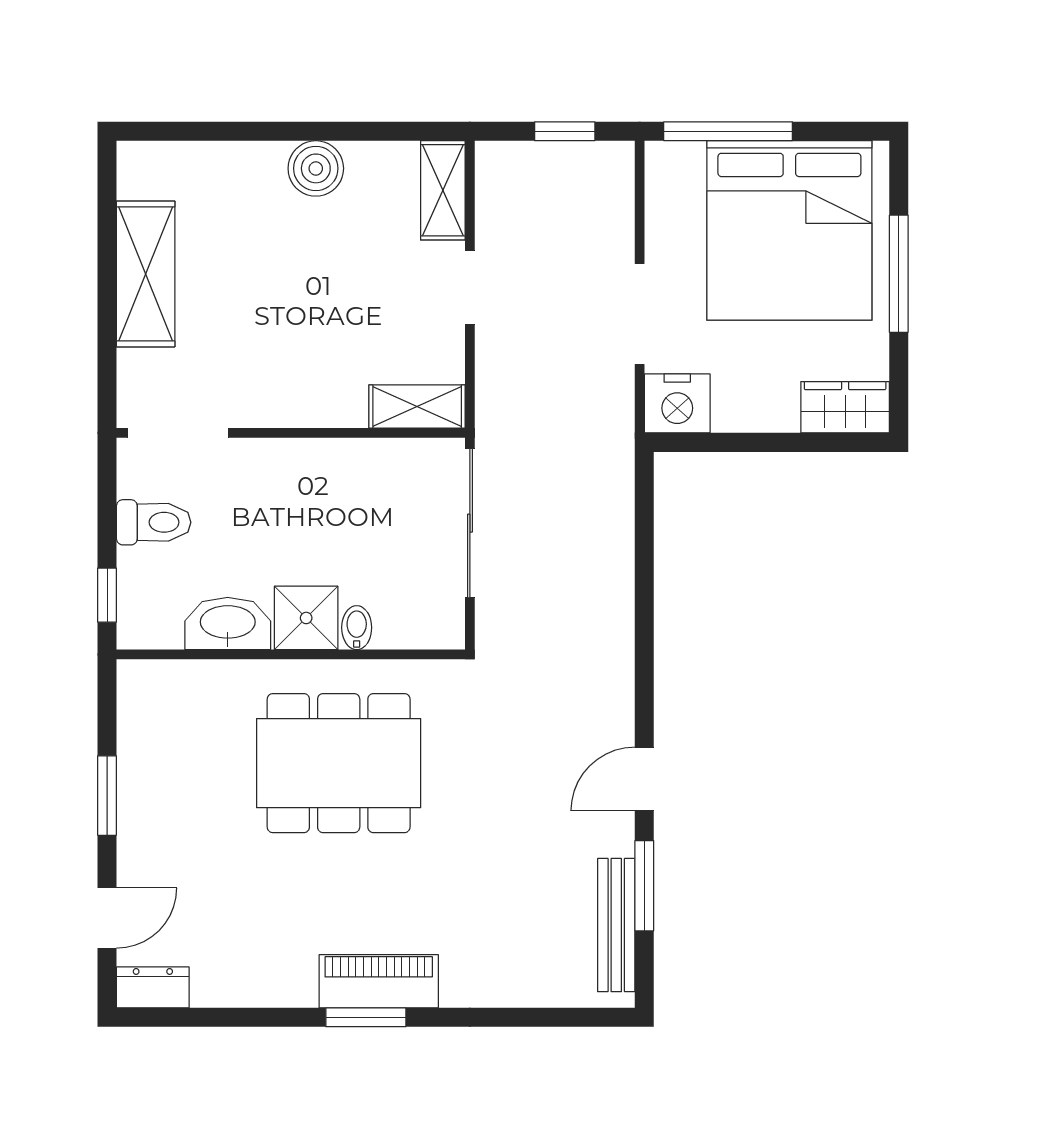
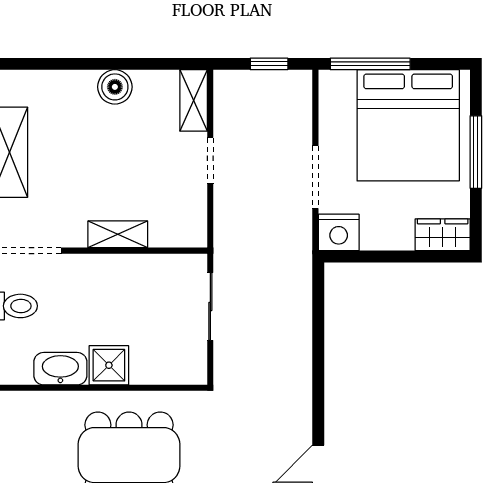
shelving: (417, 407) -> (118, 234), moved
sliding door: (470, 523) -> (210, 307), width x0.73
bidet: (357, 628) -> (140, 371), removed

